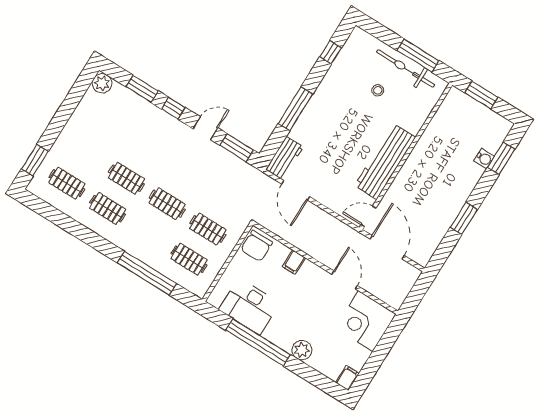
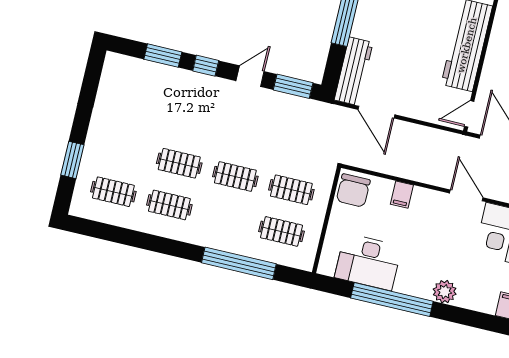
plant: (102, 83) -> (115, 65), removed
workbench: (285, 158) -> (354, 71), width x1.38
window: (35, 160) -> (72, 160), moved

